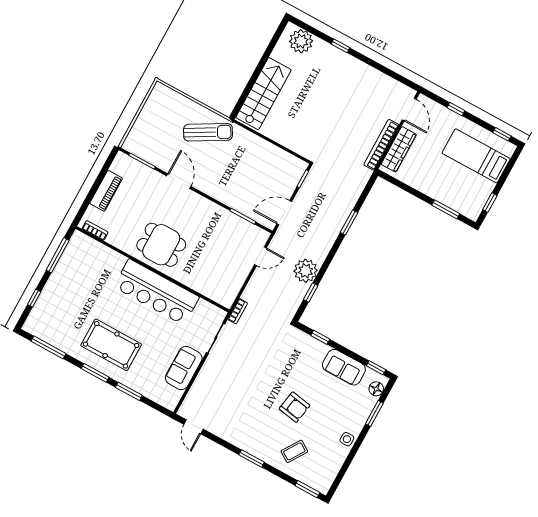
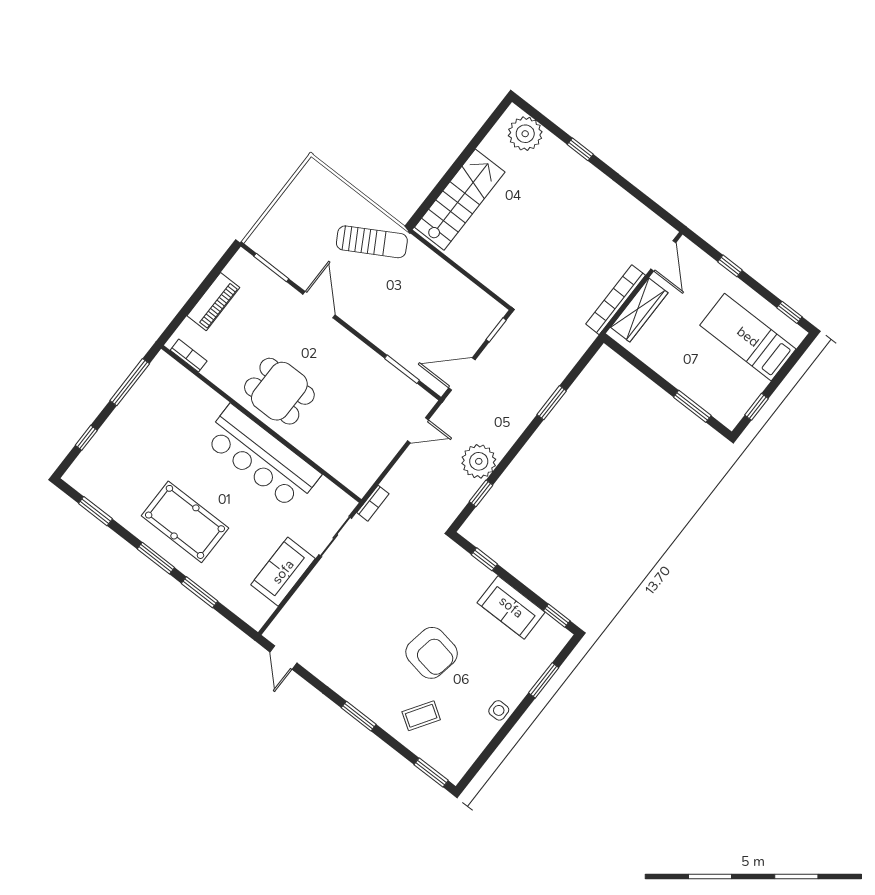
window: (49, 347) -> (95, 511), width x0.69
floor lamp: (376, 389) -> (552, 646), removed
armchair: (294, 407) -> (432, 653), width x1.36, depth x1.36

